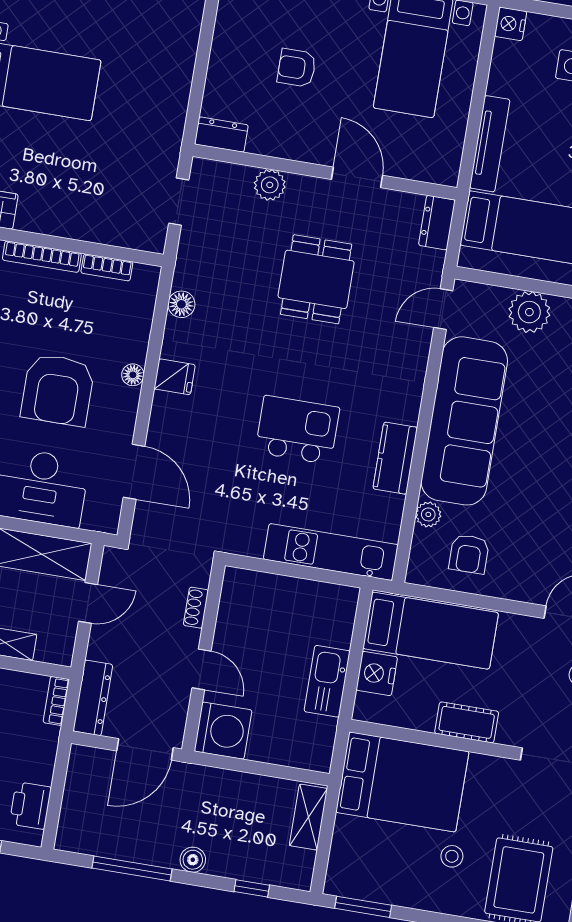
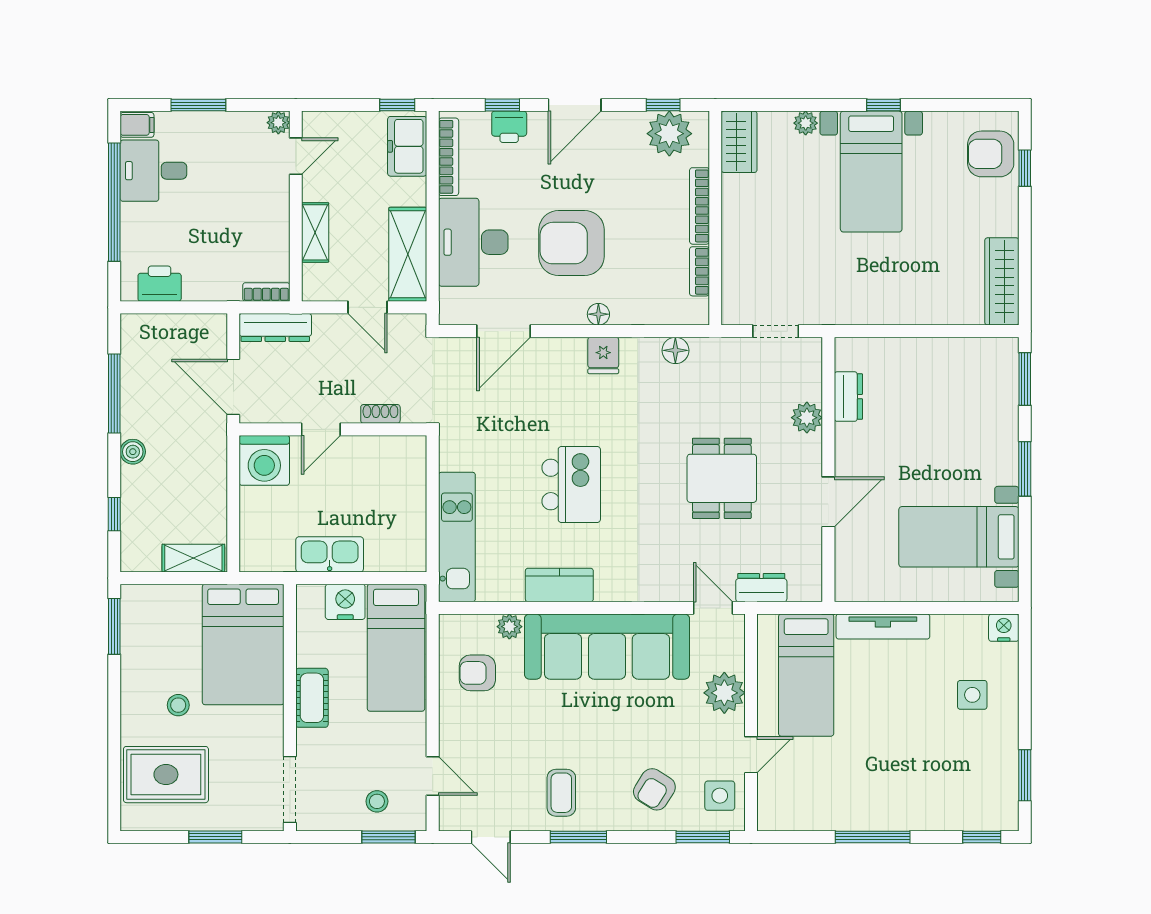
armchair: (297, 68) -> (926, 425), removed
dresser: (221, 135) -> (848, 397), moved
dresser: (437, 223) -> (761, 588), moved
dining table: (316, 279) -> (722, 478), turned 90

